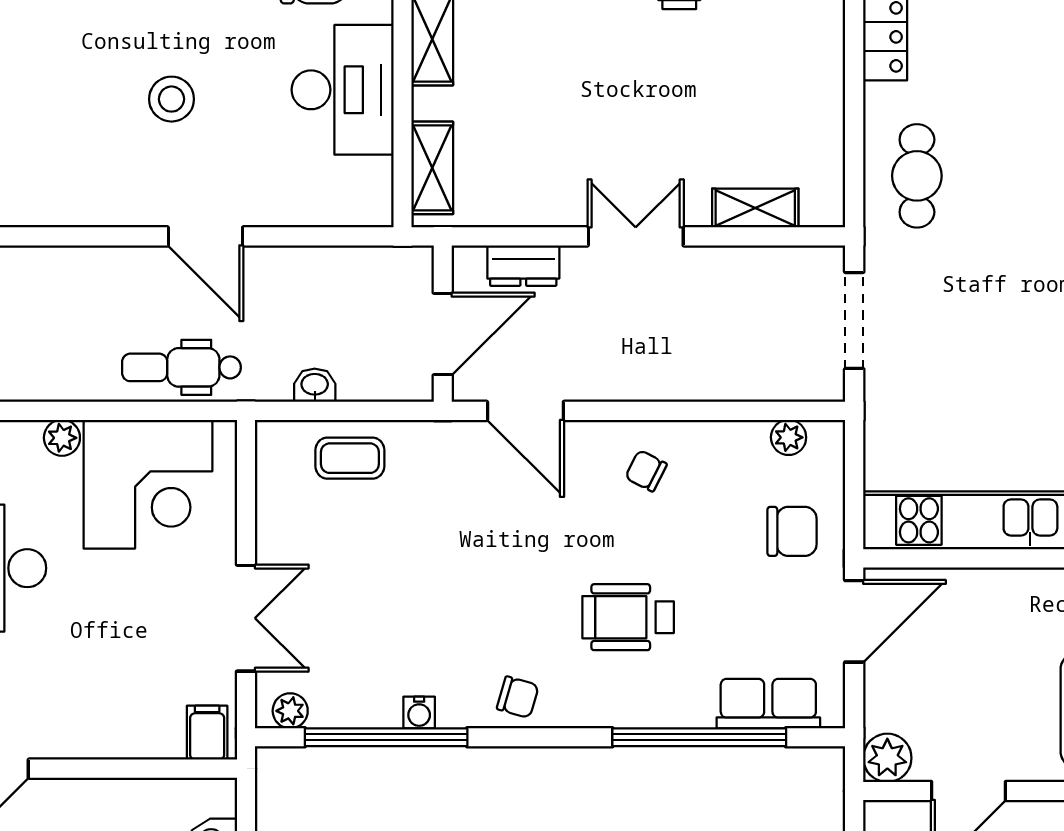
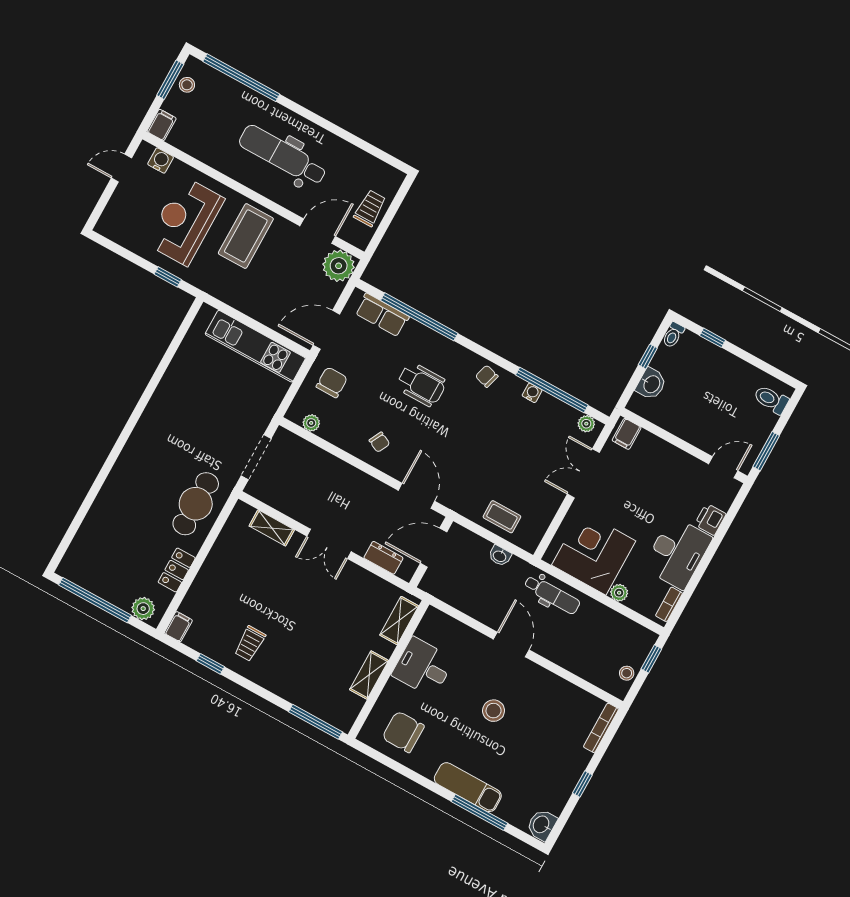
desk: (343, 90) -> (423, 667), width x0.73
cafe table: (917, 176) -> (196, 504), width x1.37, depth x1.35
chair: (792, 531) -> (332, 382), turned 90
plant: (887, 758) -> (339, 266), width x1.36, depth x1.36

